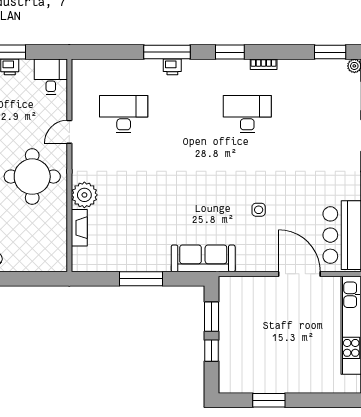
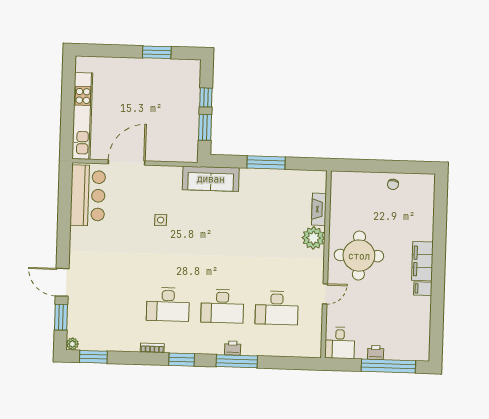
desk: (185, 114) -> (222, 306), added
door: (299, 274) -> (127, 162), swing flipped

